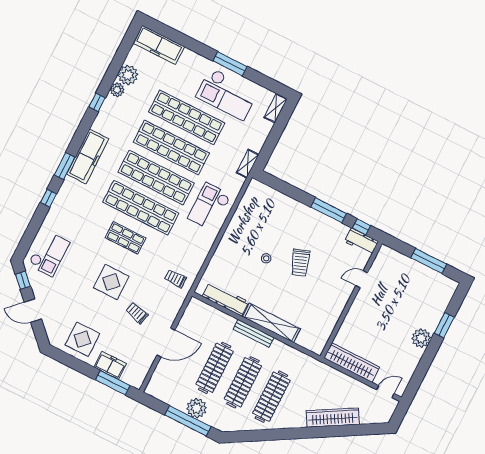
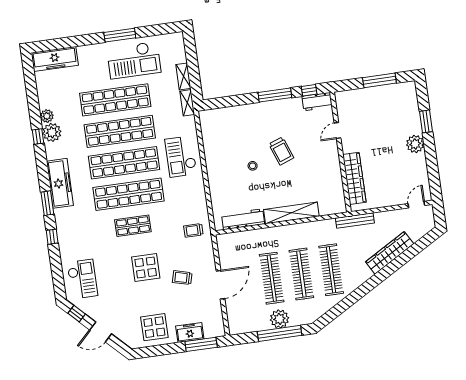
plant: (128, 75) -> (52, 132), moved
shelving: (276, 108) -> (183, 76), moved
bench: (254, 333) -> (355, 220), moved
wardrobe: (352, 363) -> (354, 178), moved, turned 90

